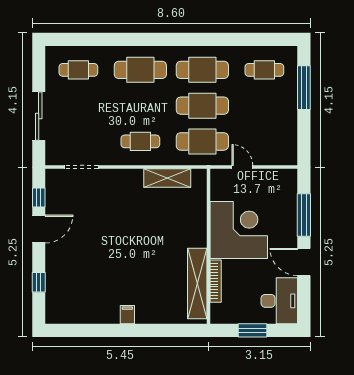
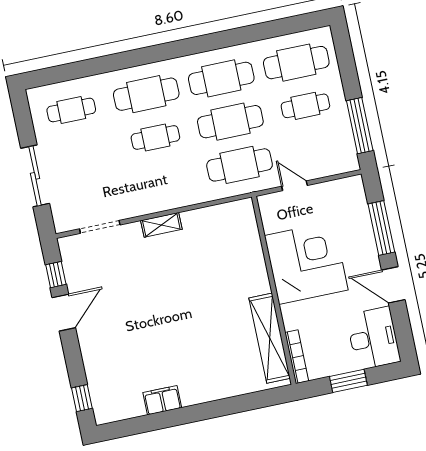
cafe table: (264, 70) -> (296, 63), width x1.37, depth x1.35
window: (304, 88) -> (360, 126), moved
cafe table: (264, 106) -> (305, 106), added
cafe table: (140, 141) -> (155, 137), moved
shelving: (167, 178) -> (161, 225), moved, width x0.67, depth x0.75
bookcase: (216, 281) -> (297, 357), moved
window: (39, 282) -> (82, 398), moved
filing cabinet: (127, 315) -> (162, 400), moved, width x2.00

